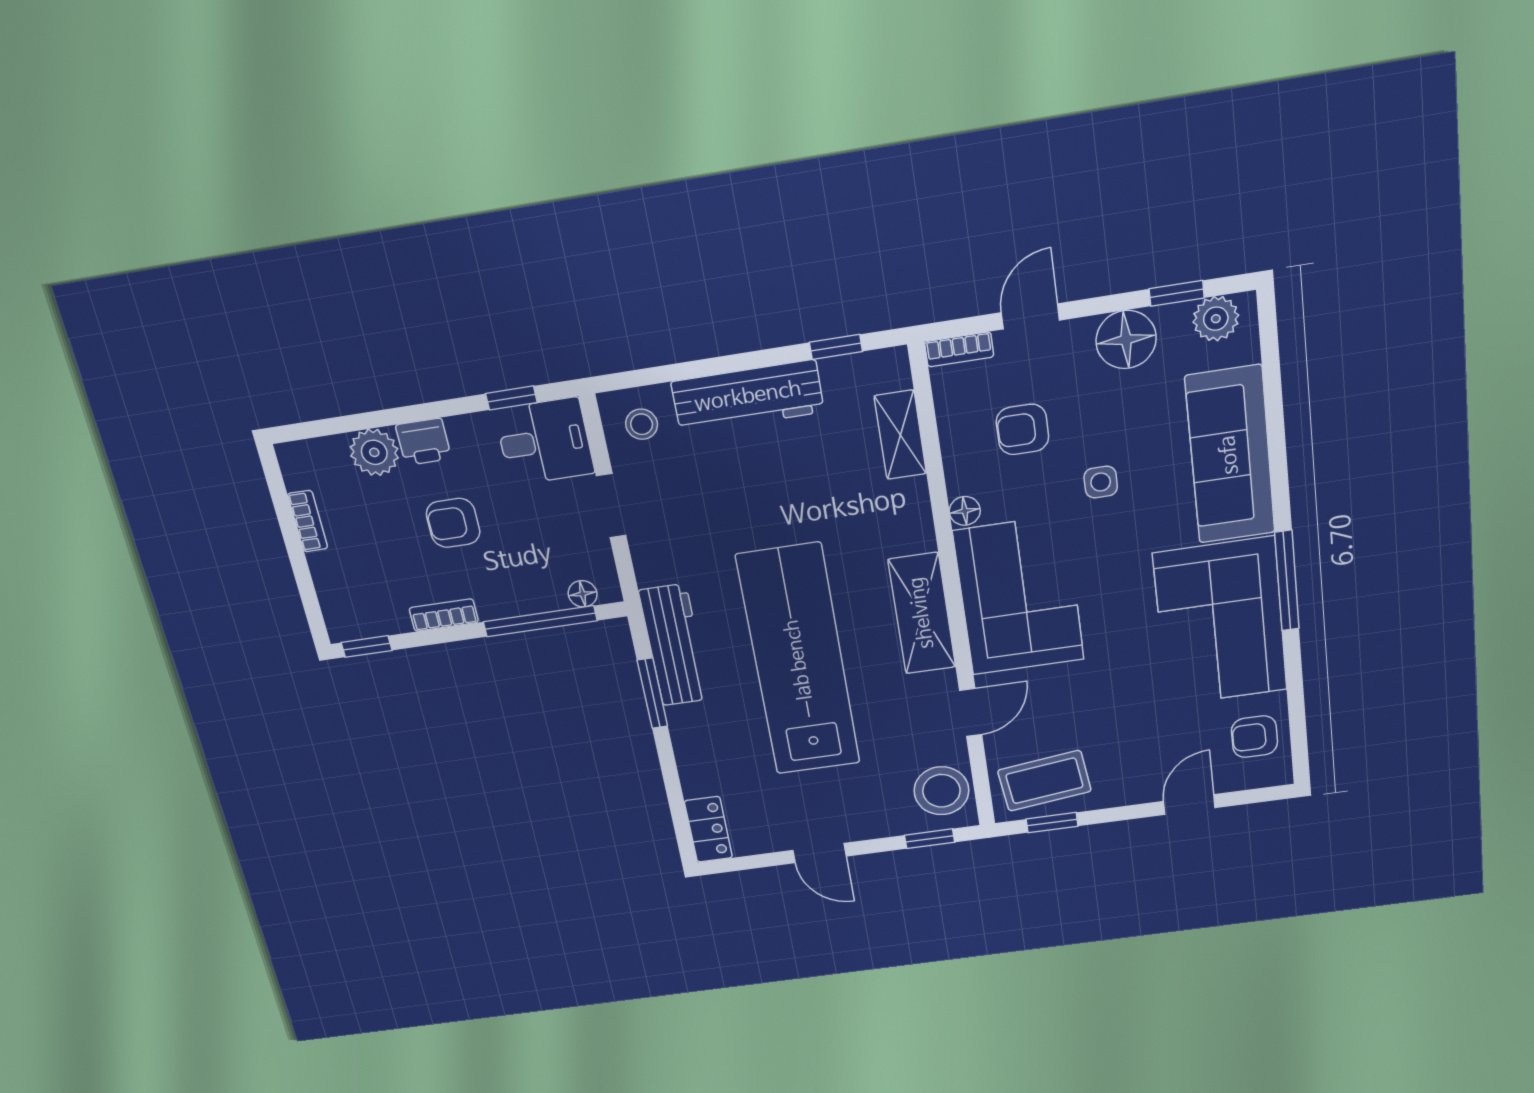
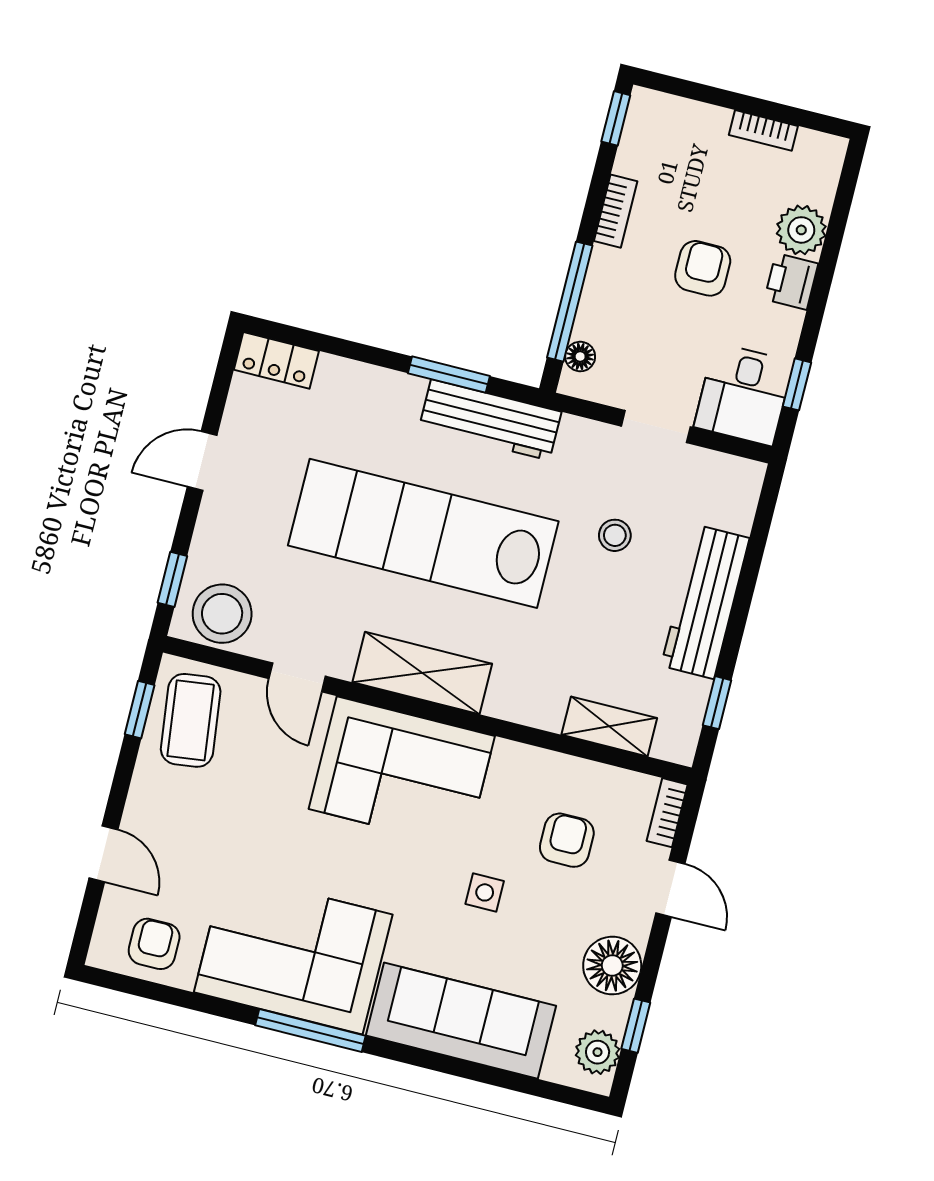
stool: (642, 424) -> (615, 535), moved
floor lamp: (965, 511) -> (510, 756), removed
lab bench: (799, 660) -> (423, 533), turned 180

